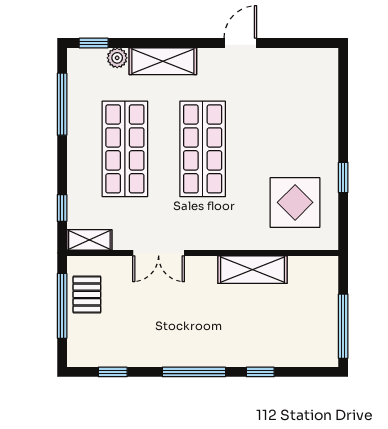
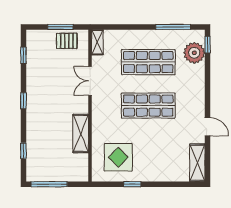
plant: (117, 58) -> (194, 53), width x1.87, depth x1.87
shelving: (163, 61) -> (197, 163), moved
window: (62, 208) -> (115, 27), removed
window: (62, 306) -> (60, 27), width x0.69
window: (194, 372) -> (23, 101), width x0.46
window: (260, 372) -> (23, 151), moved

